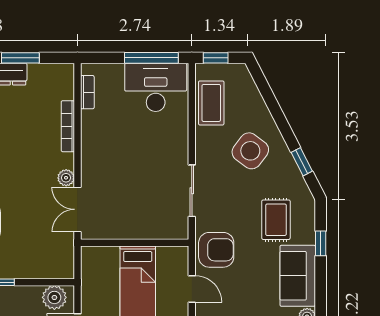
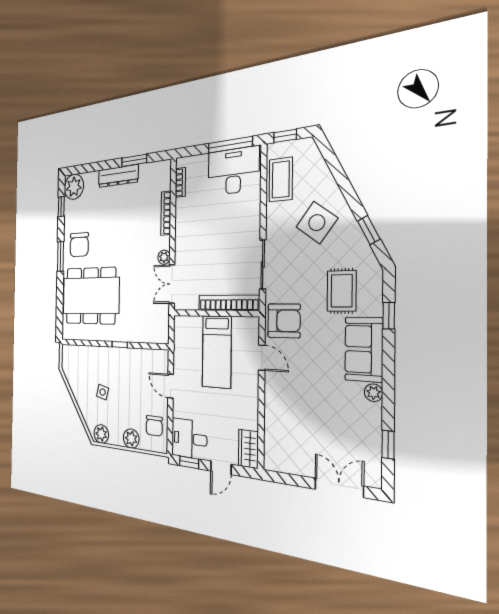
bookcase: (152, 231) -> (229, 303), added
plant: (54, 297) -> (154, 359), removed

